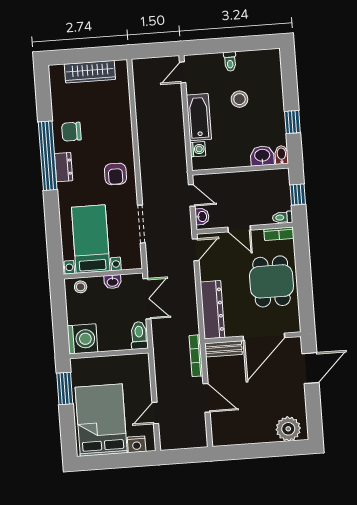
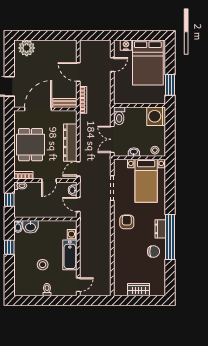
wardrobe: (90, 72) -> (139, 290), width x0.67
door: (239, 229) -> (49, 180), swing flipped
dresser: (212, 310) -> (70, 143), moved

